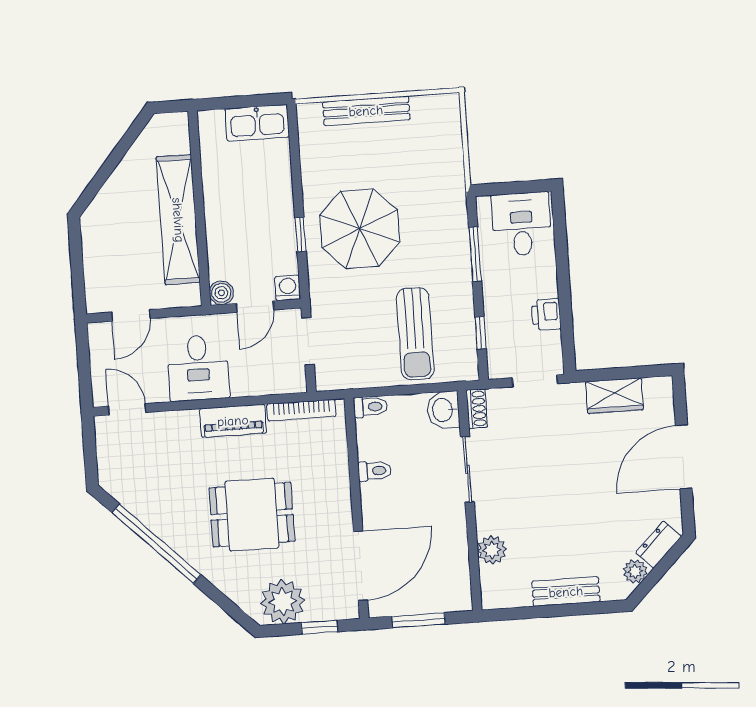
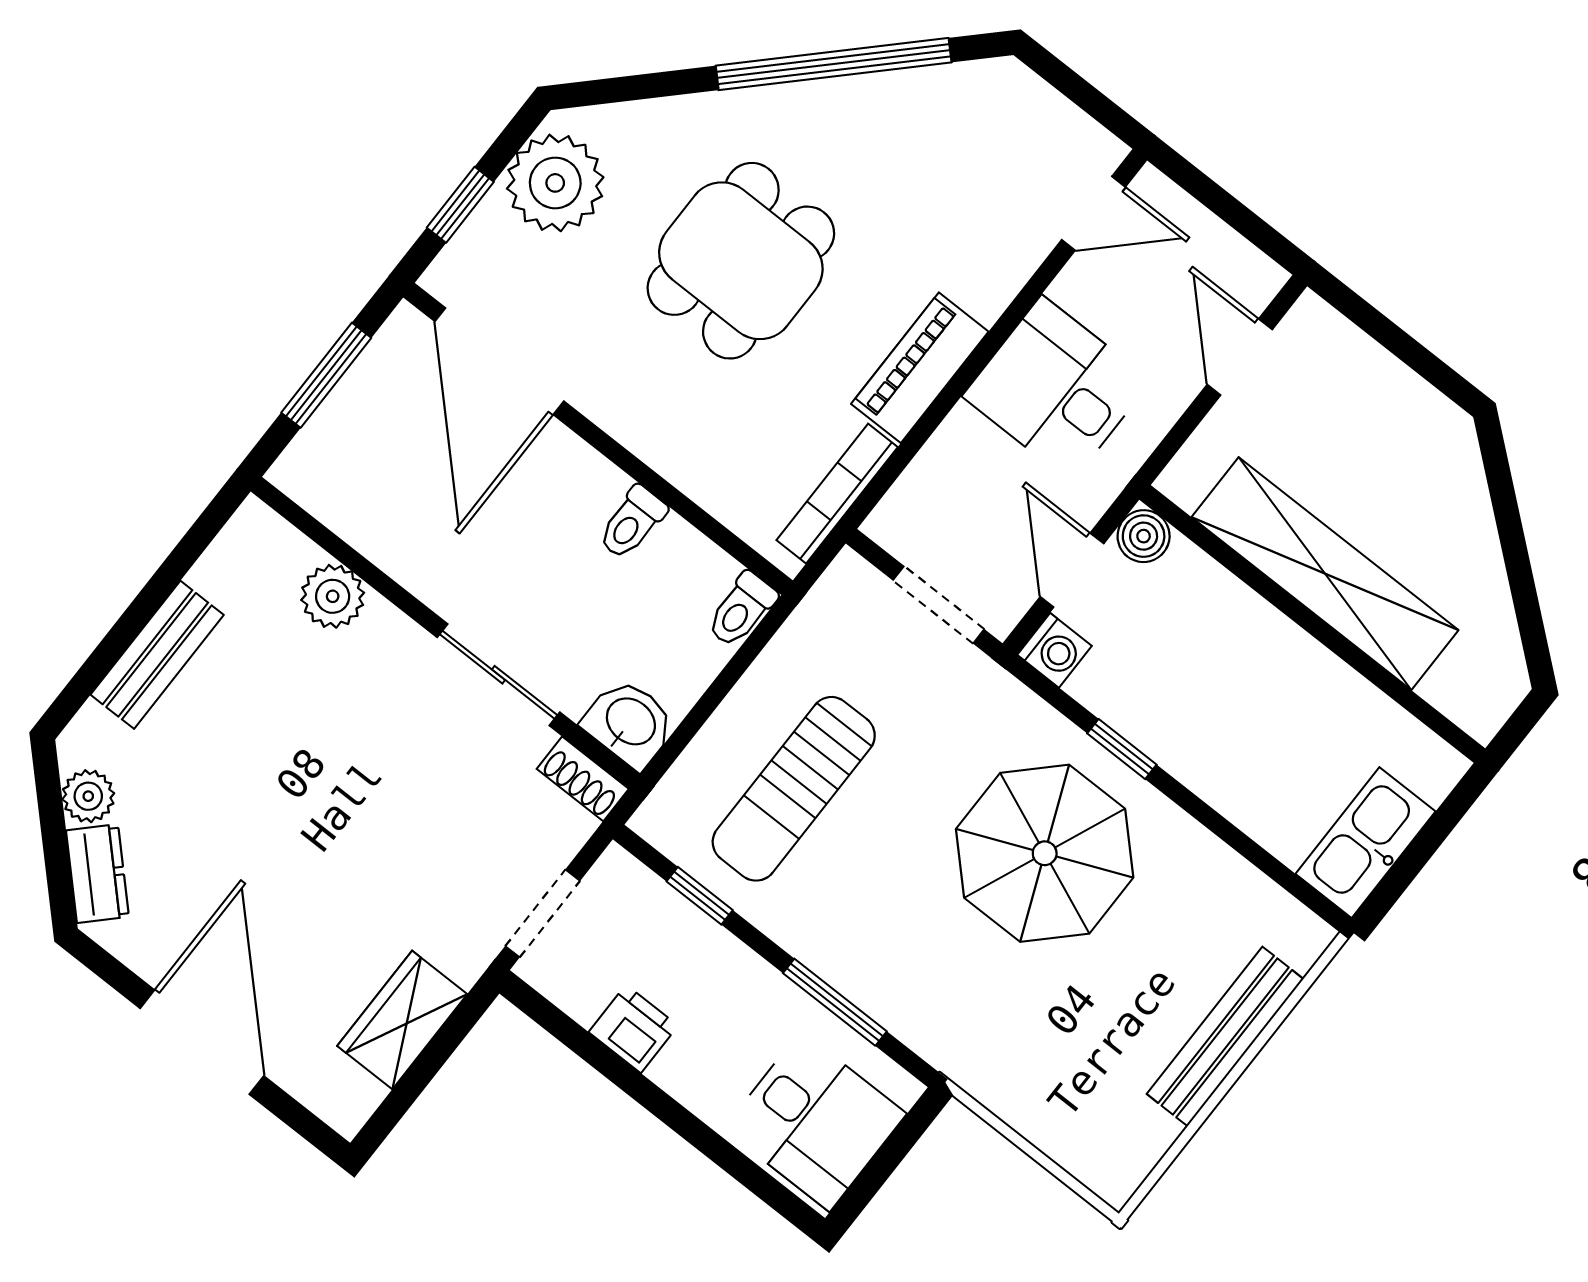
sun lounger: (415, 334) -> (794, 789), turned -90

